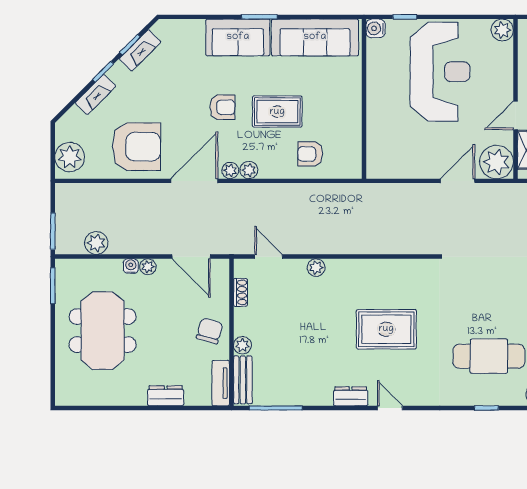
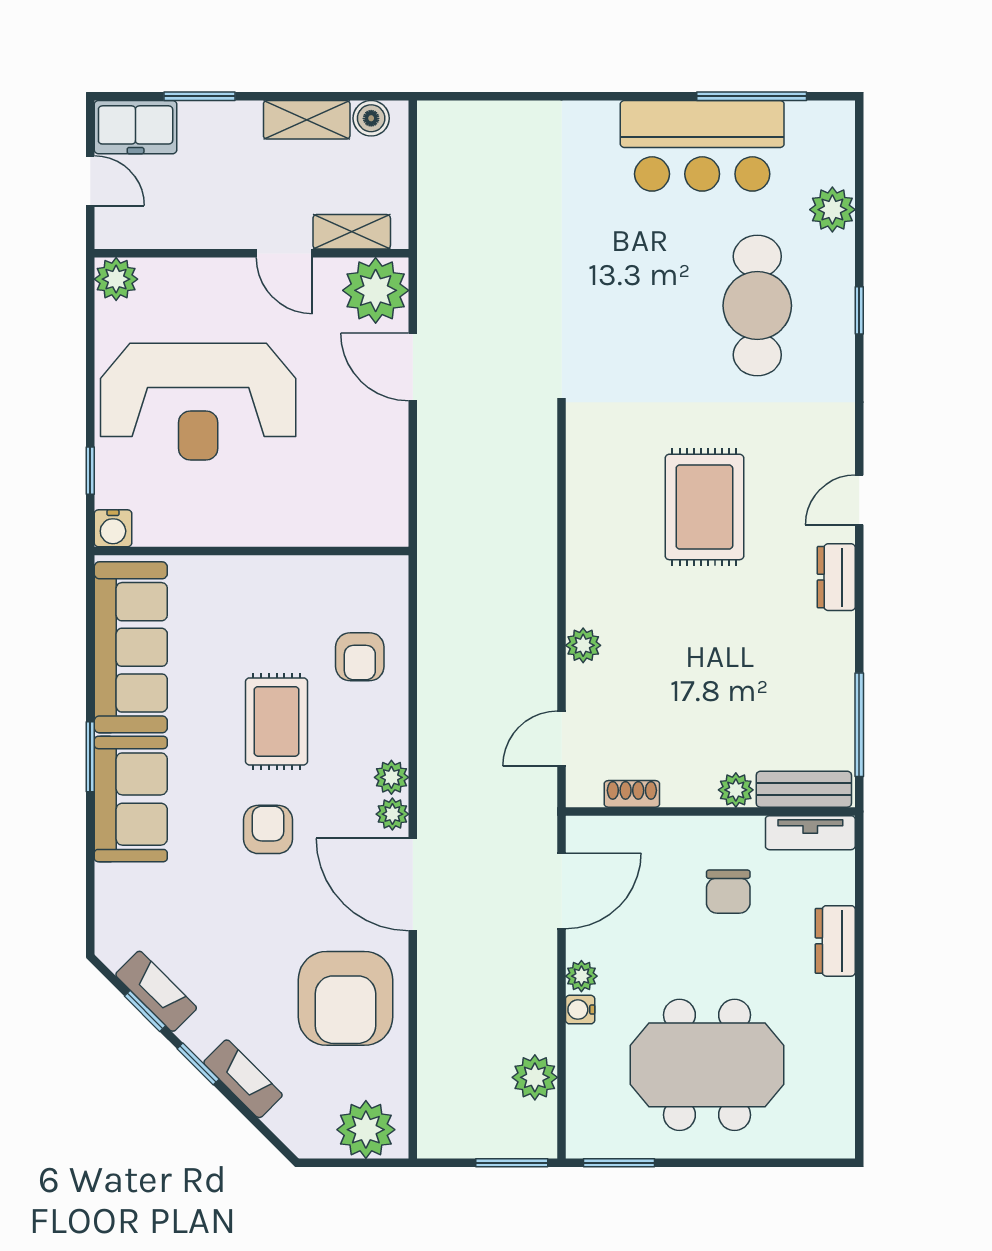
reception desk: (440, 72) -> (198, 402), turned 180
armchair: (136, 147) -> (345, 998), turned 180
chair: (210, 331) -> (728, 892), moved, turned -106

